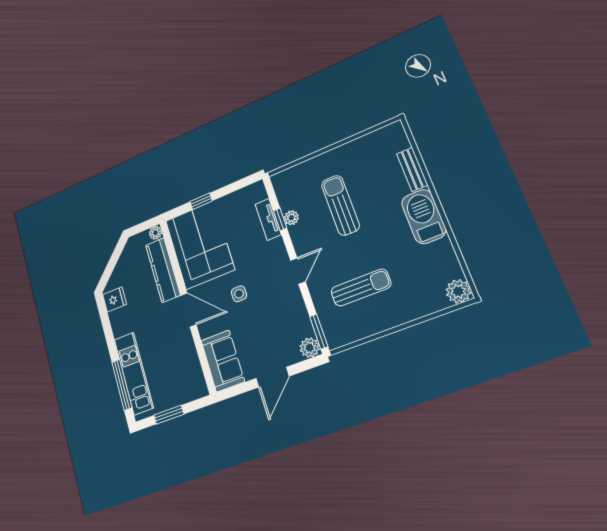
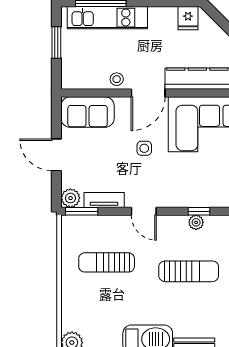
tv unit: (268, 219) -> (104, 200), moved
sun lounger: (361, 288) -> (107, 262), turned 90
stool: (185, 344) -> (117, 79), added

